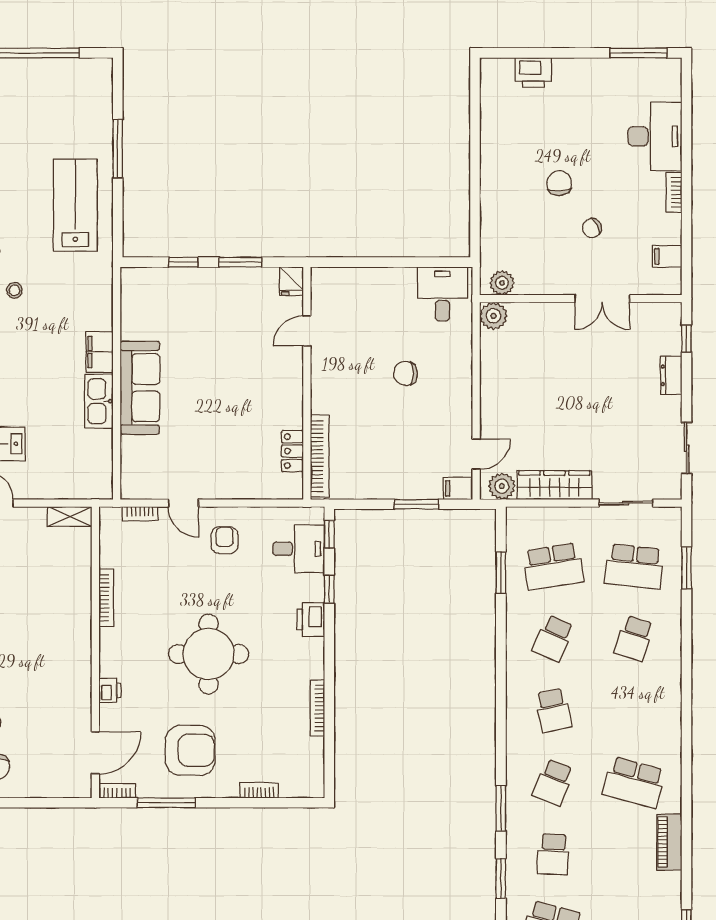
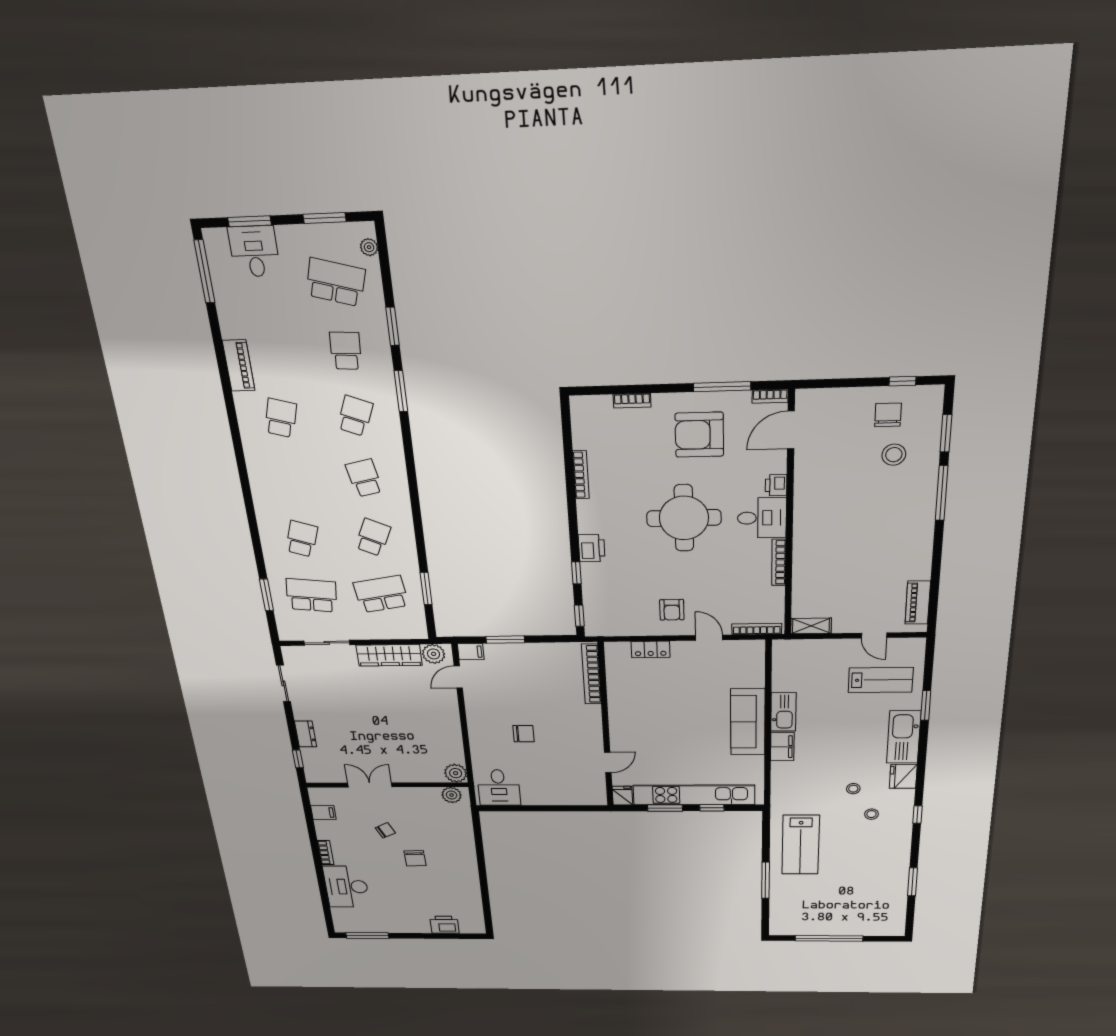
kitchen unit: (205, 282) -> (694, 795), added
locker: (292, 451) -> (651, 649), moved, turned 90
bookcase: (140, 514) -> (757, 629), width x1.56
desk: (299, 549) -> (762, 518), moved, turned 180
school desk: (634, 782) -> (281, 418), width x0.54

